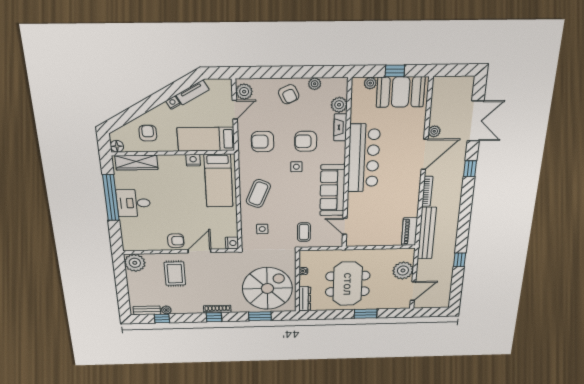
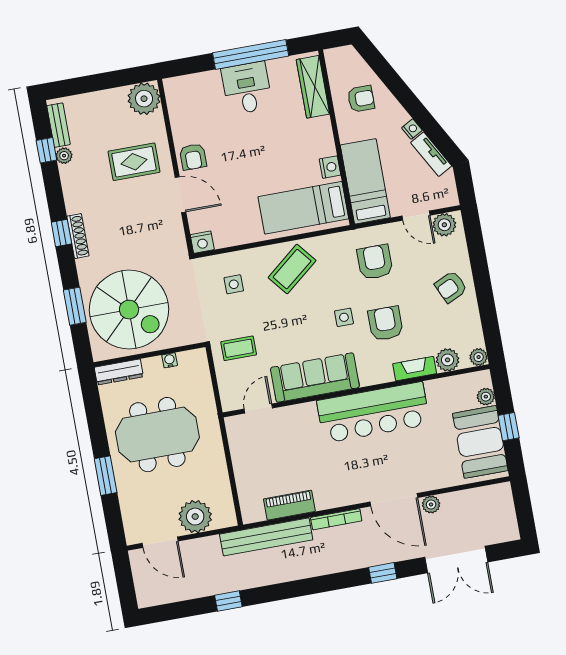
plant: (315, 84) -> (479, 357), moved
floor lamp: (117, 146) -> (334, 57), removed
coffee table: (258, 194) -> (292, 269), turned -62
piano: (409, 232) -> (289, 505), moved

